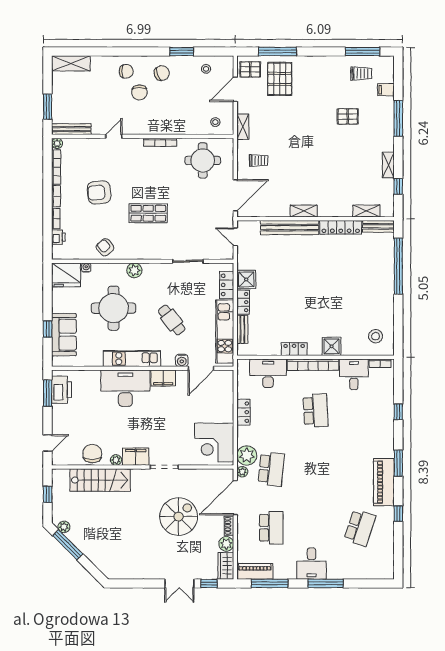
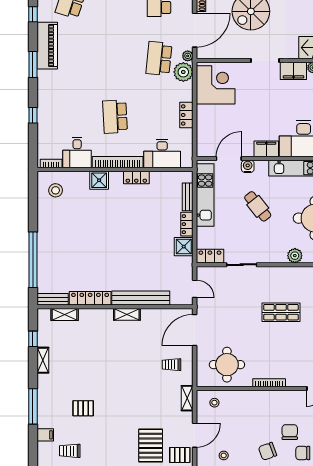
locker: (227, 285) -> (210, 256), moved, turned -90

